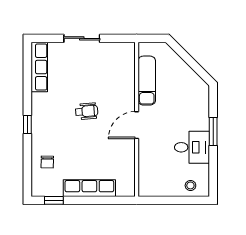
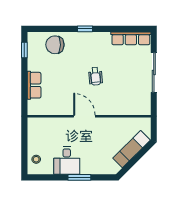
sliding door: (82, 38) -> (154, 72), width x1.37
exam couch: (147, 81) -> (132, 149), moved, turned 135
chair: (47, 162) -> (55, 45), width x1.87, depth x1.87
row of seats: (89, 188) -> (34, 85), width x0.68

